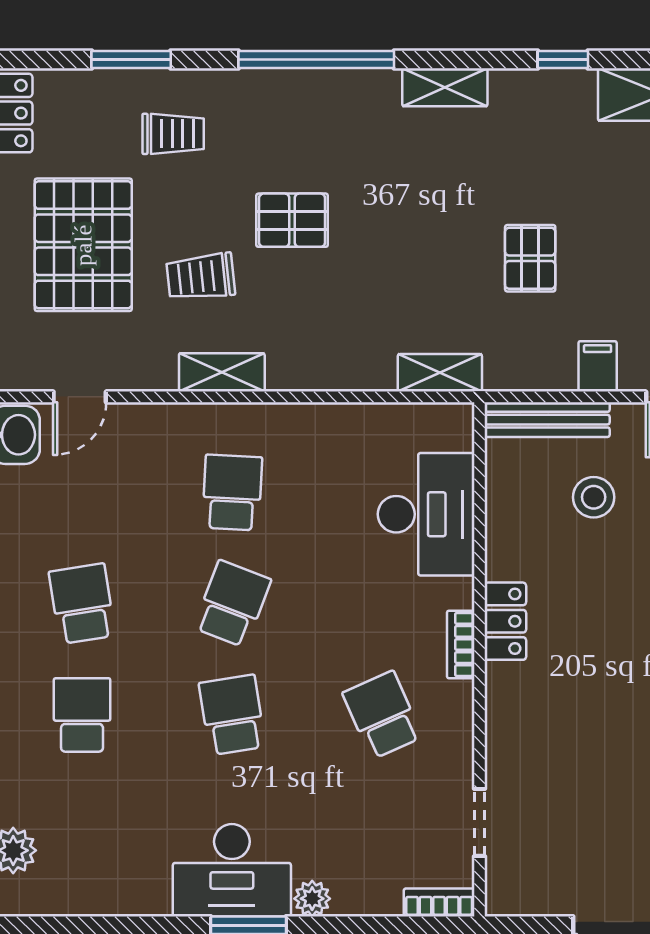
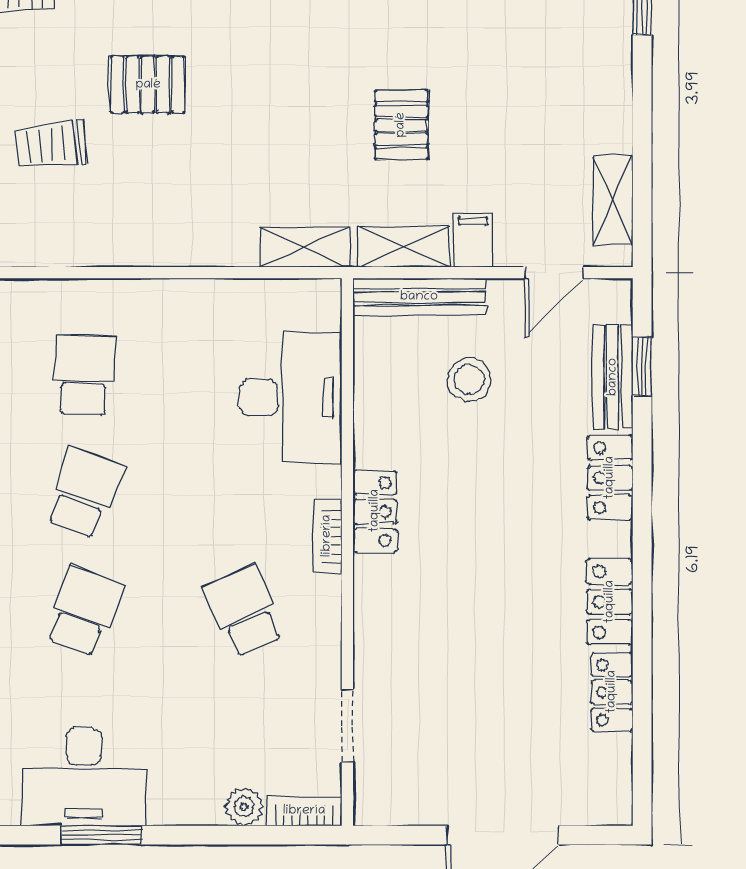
shelving: (222, 372) -> (404, 247), moved
school desk: (232, 715) -> (84, 611), turned 30
plant: (312, 899) -> (244, 807), moved

